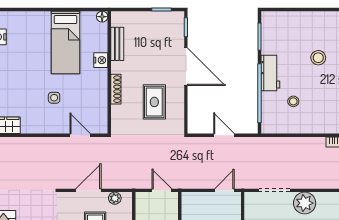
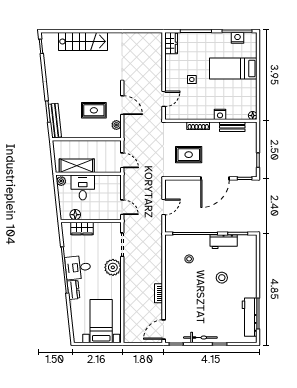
bed: (66, 43) -> (233, 69), moved
workbench: (270, 73) -> (224, 242), moved
door: (162, 190) -> (122, 160), hinge flipped

